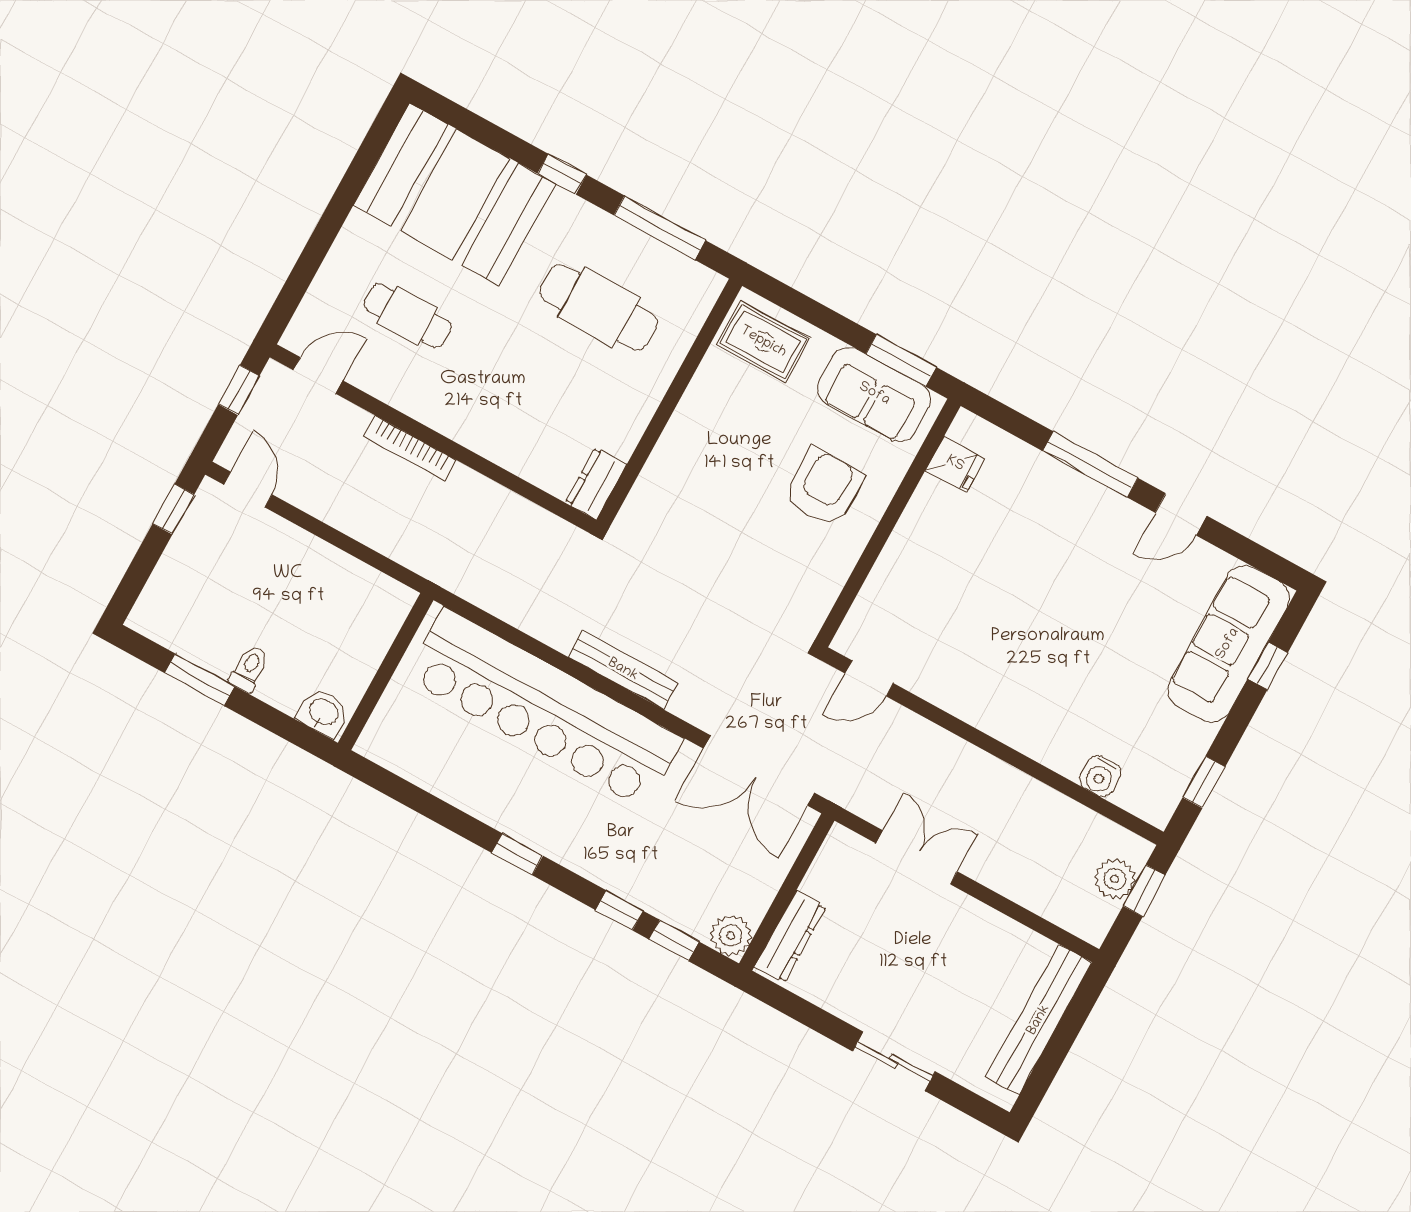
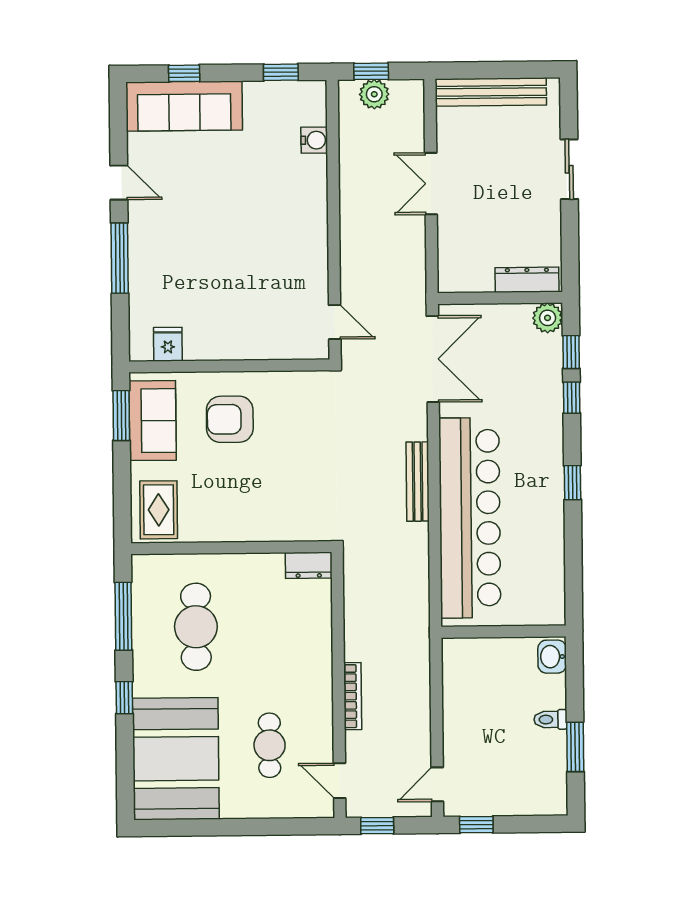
double door: (917, 857) -> (431, 184), moved

